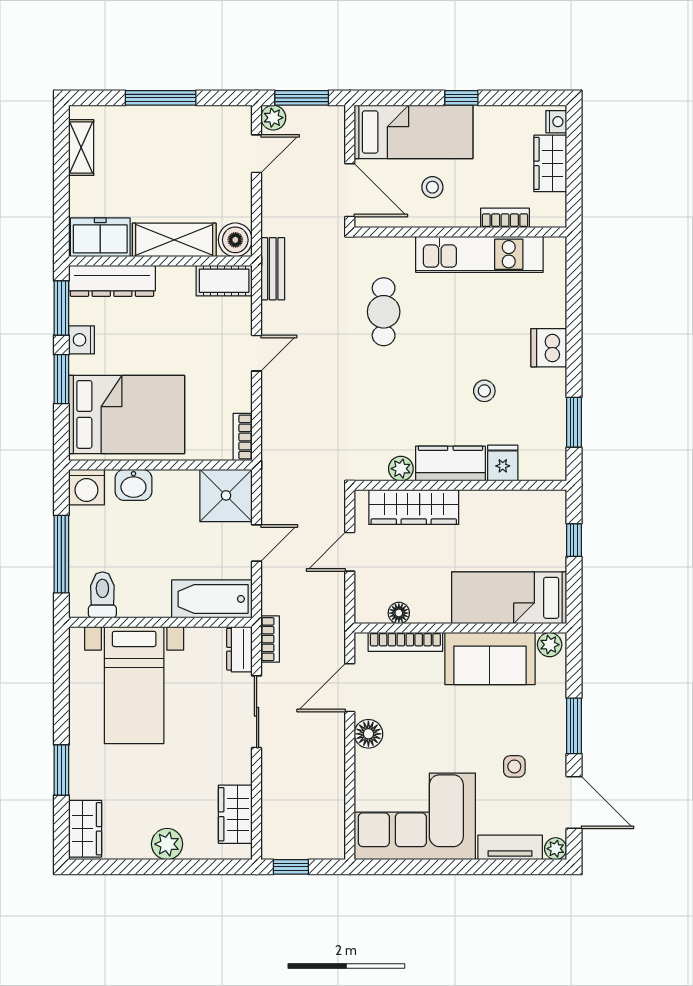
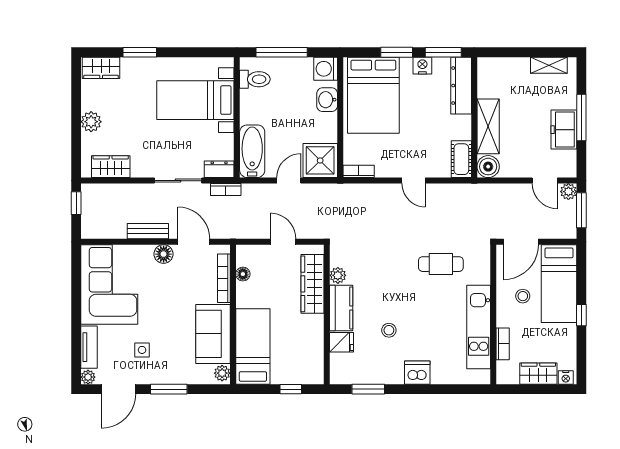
freezer: (100, 237) -> (564, 130), moved, turned 180
bench: (273, 269) -> (148, 231), moved
door: (257, 543) -> (289, 181), swing flipped

